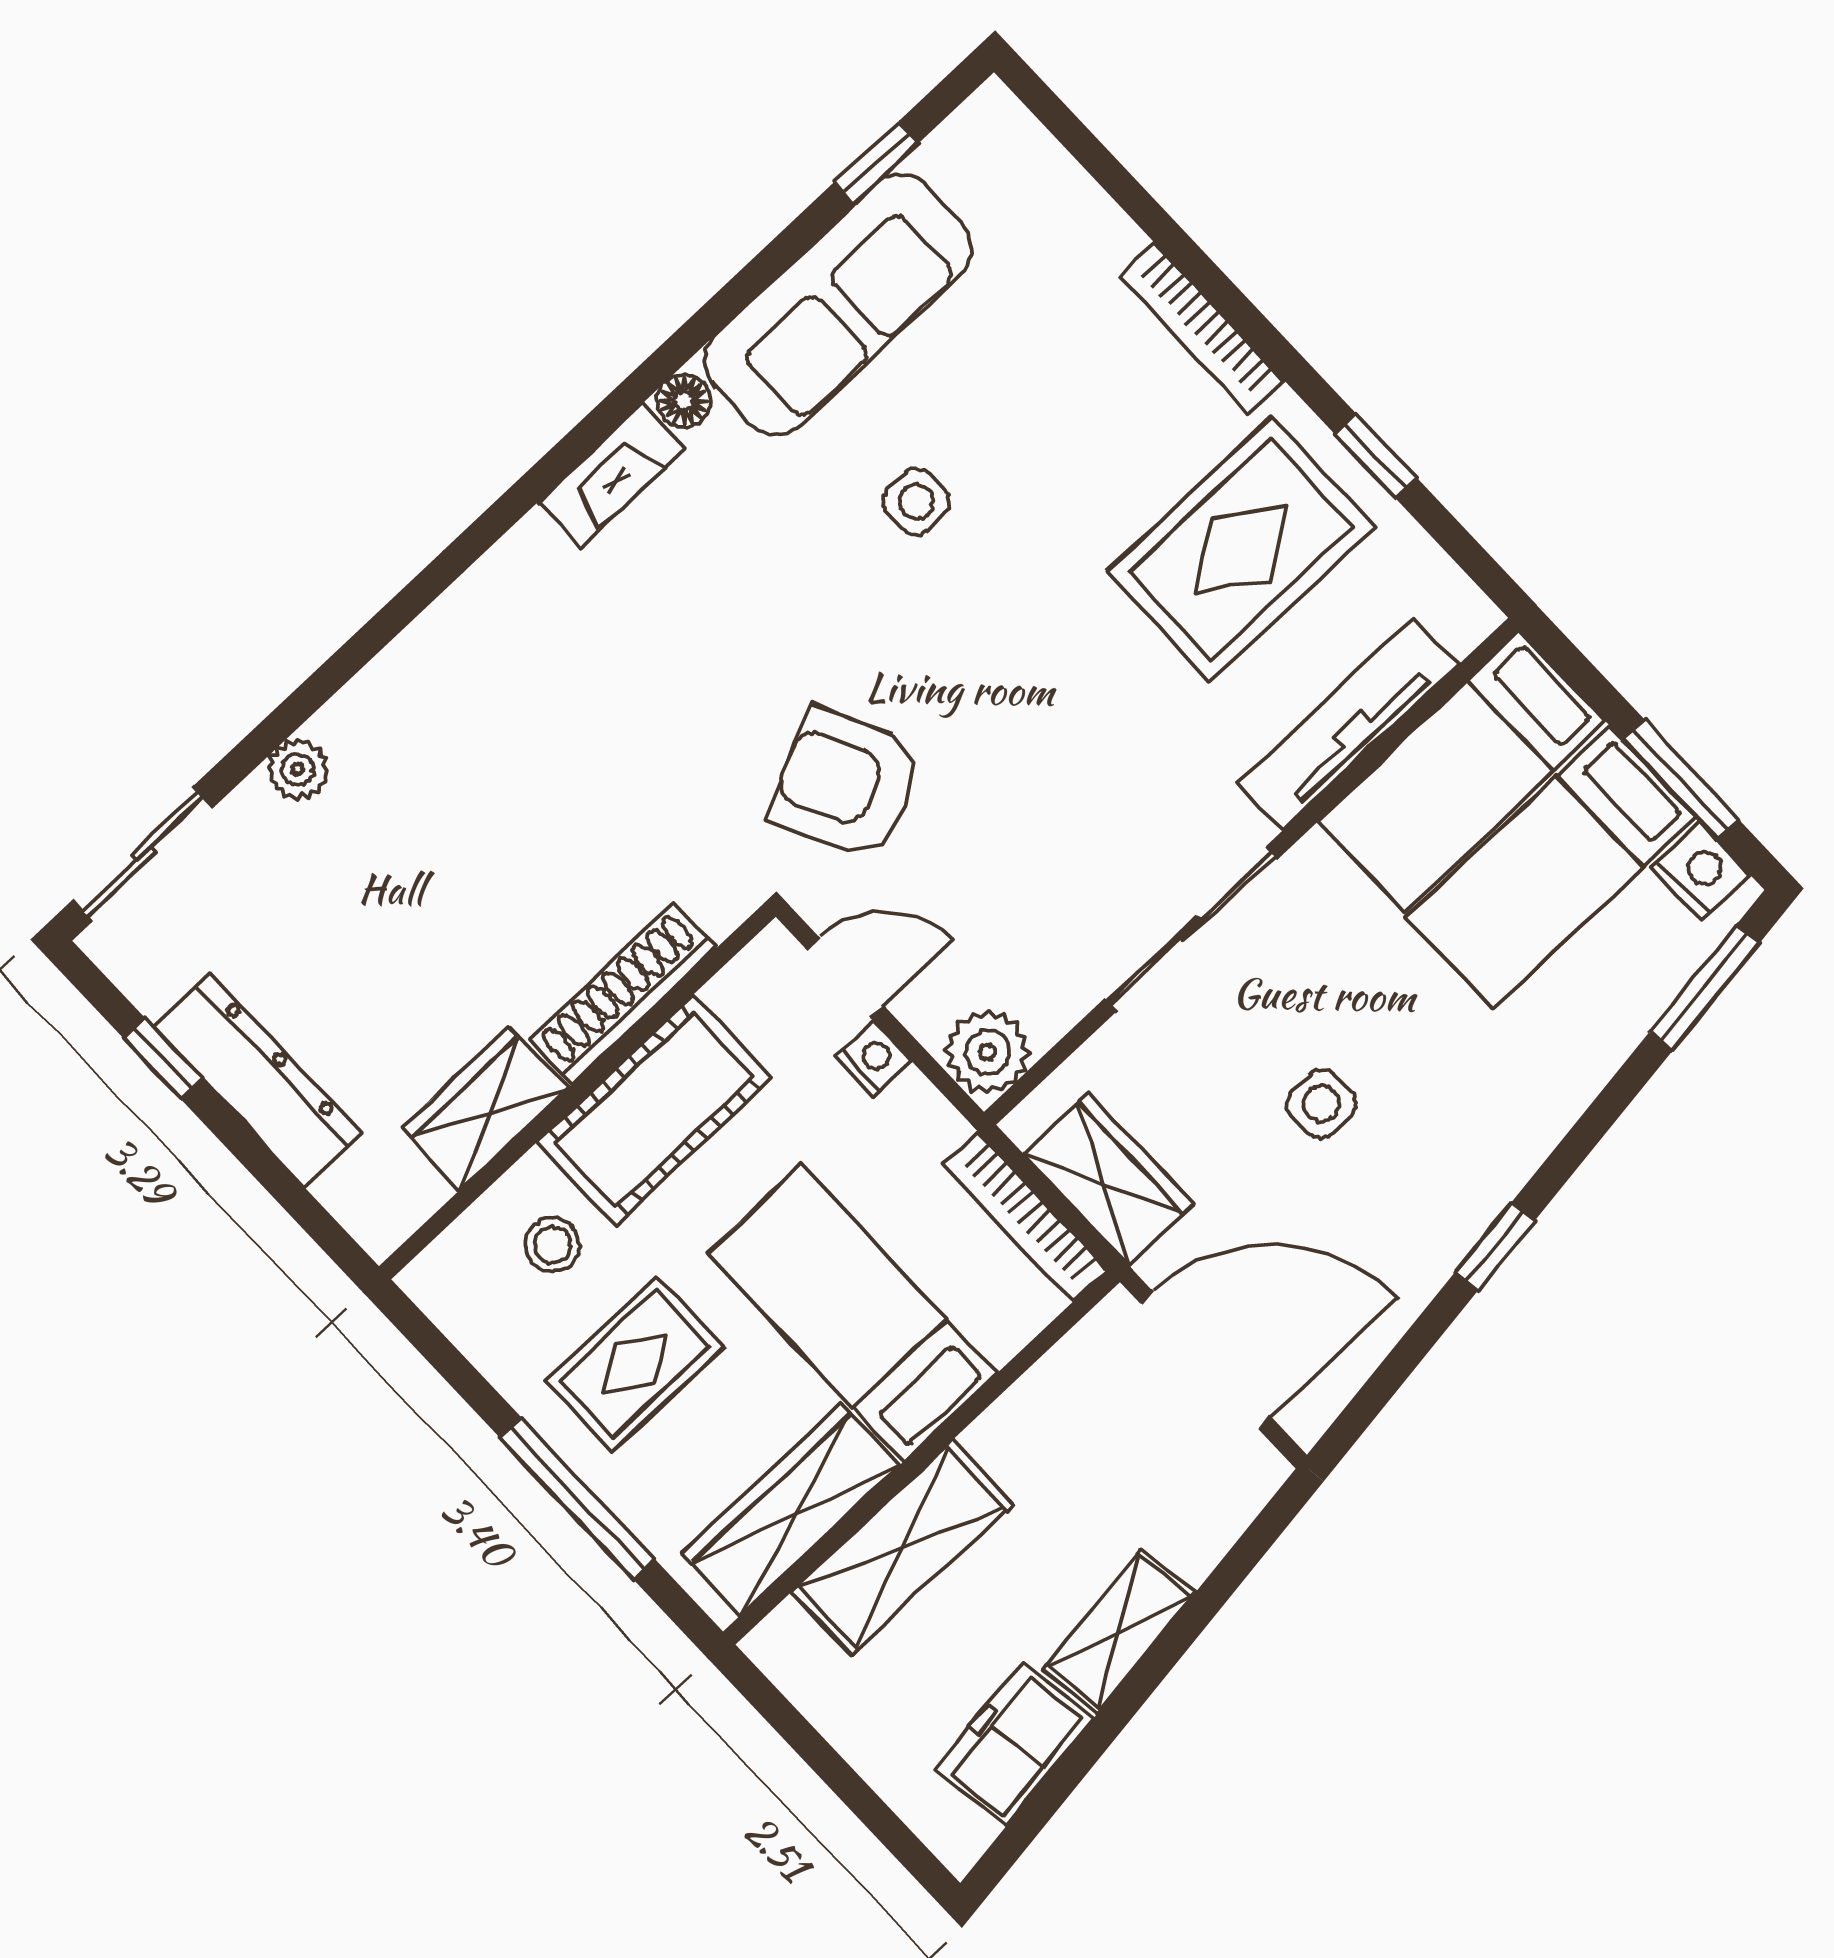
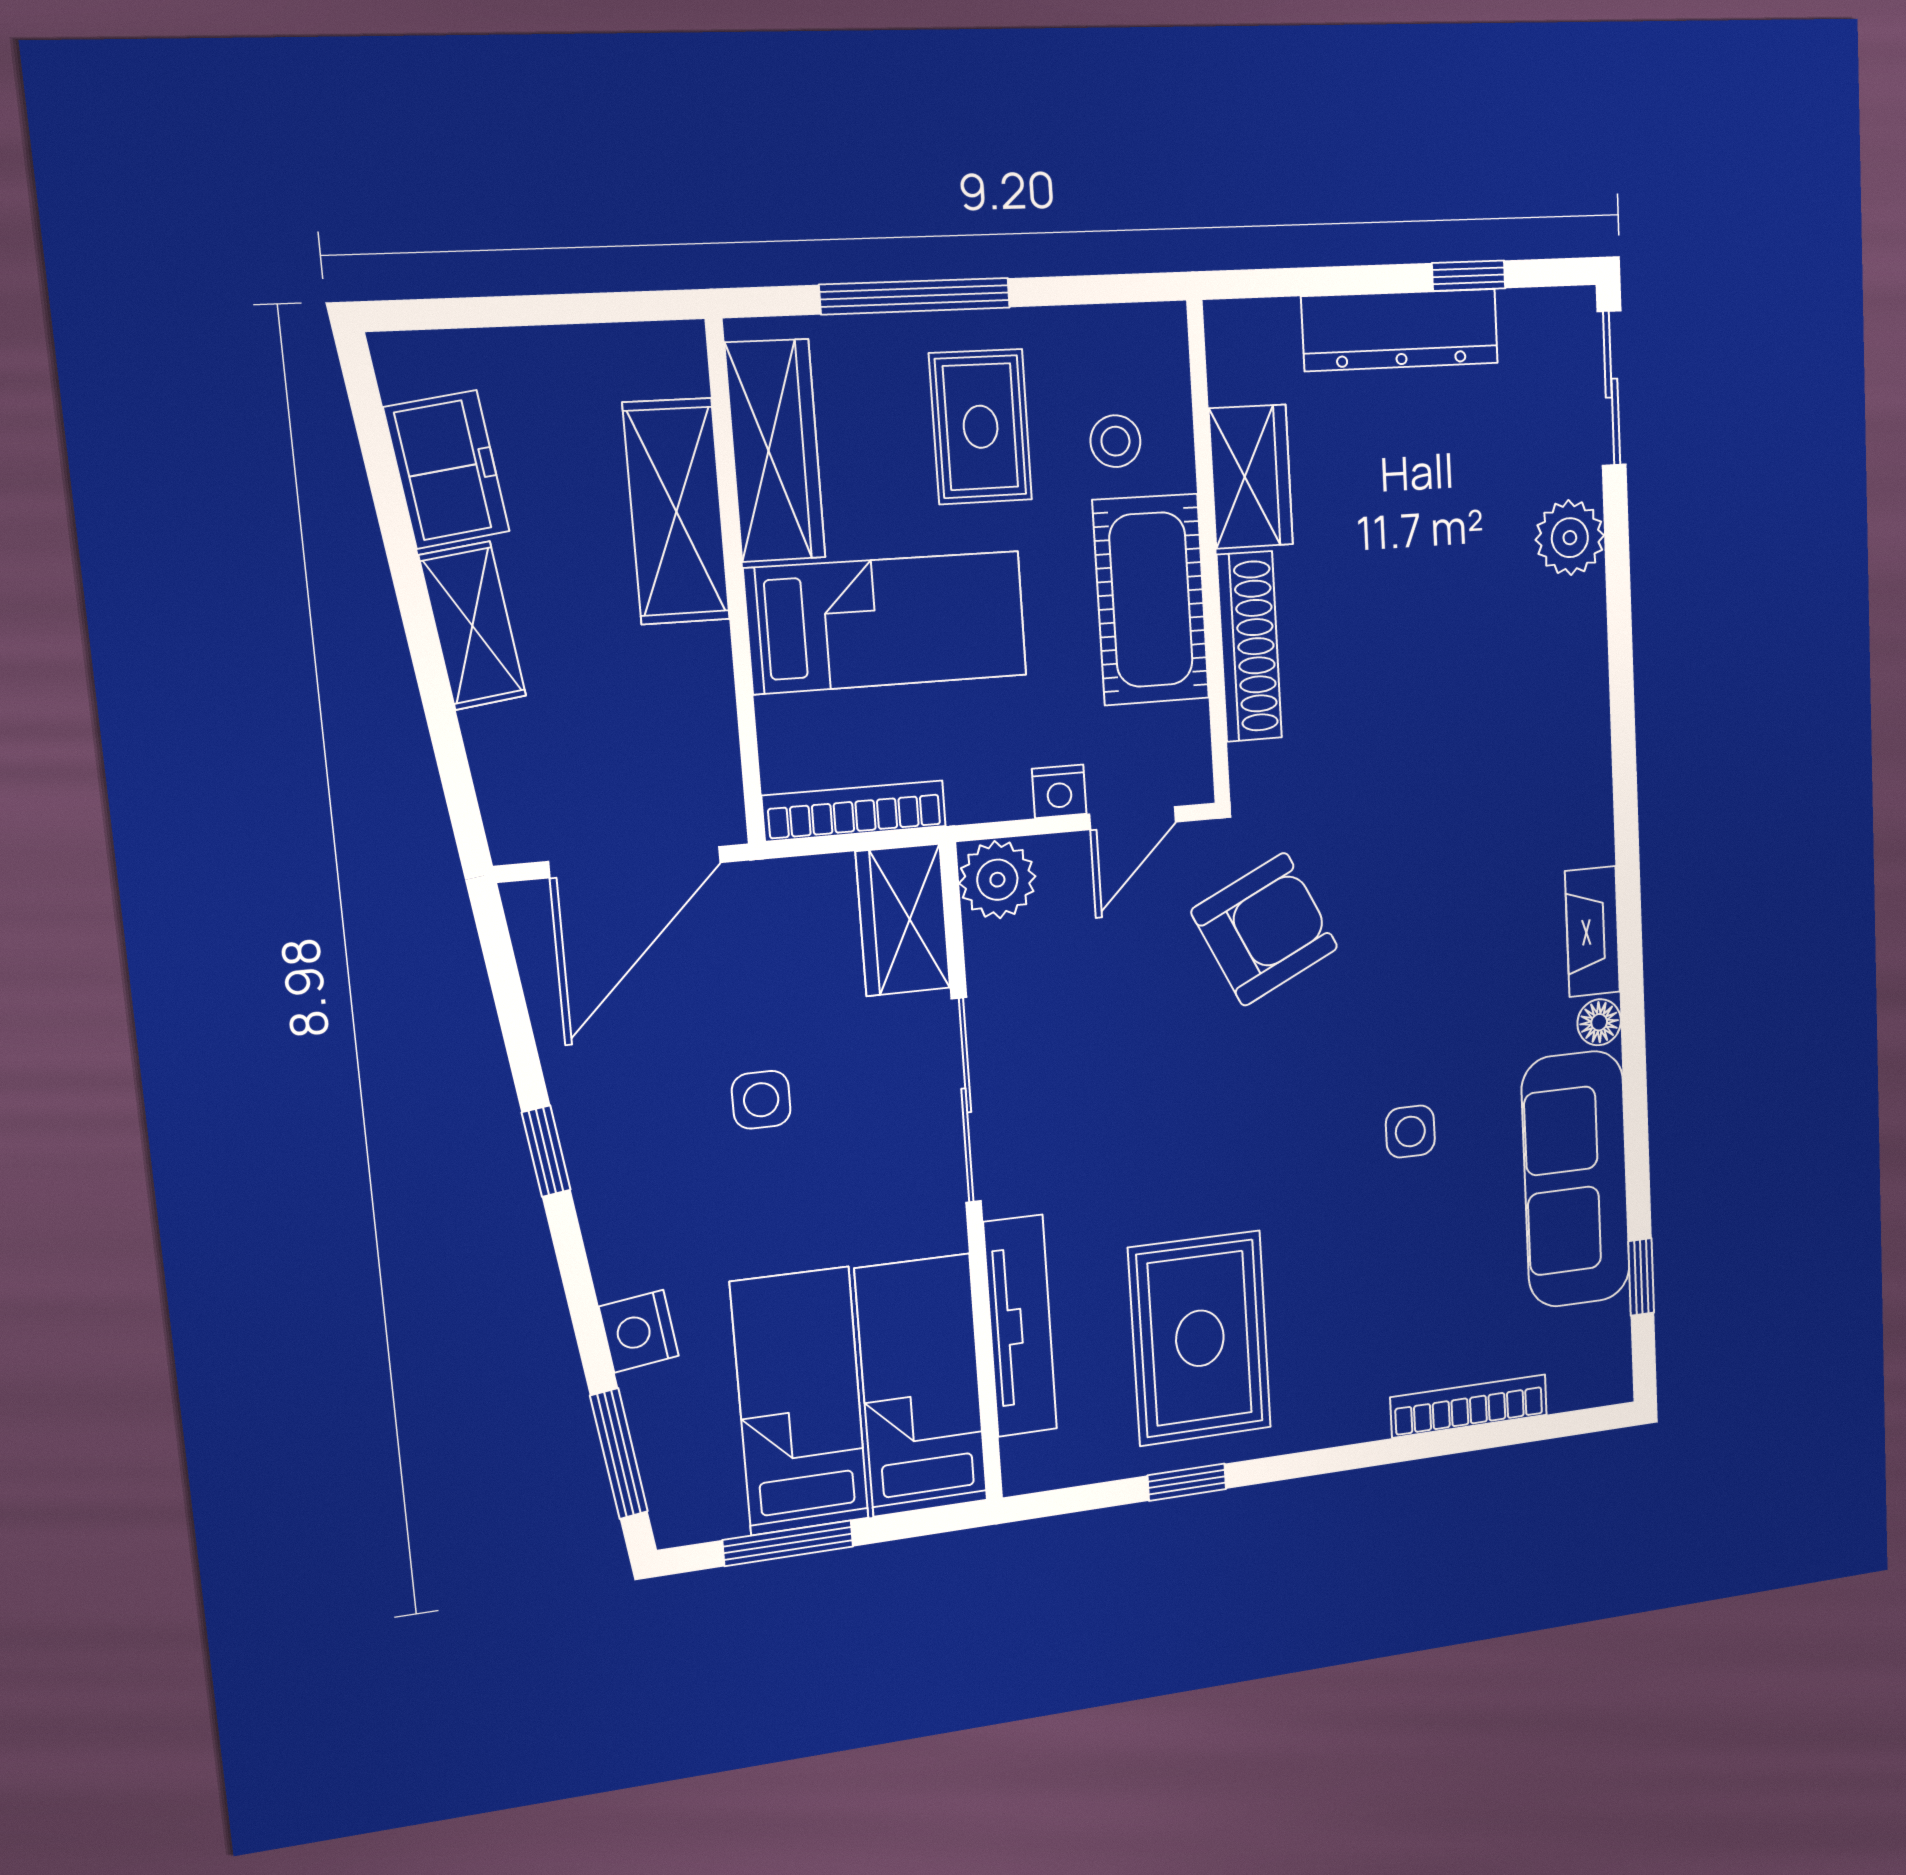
bookcase: (1202, 328) -> (1469, 1406), moved
plant: (298, 769) -> (1570, 538), width x1.38, depth x1.38
nightstand: (1701, 872) -> (639, 1331), moved, turned 82
wardrobe: (1108, 1179) -> (903, 920), moved, turned 90

